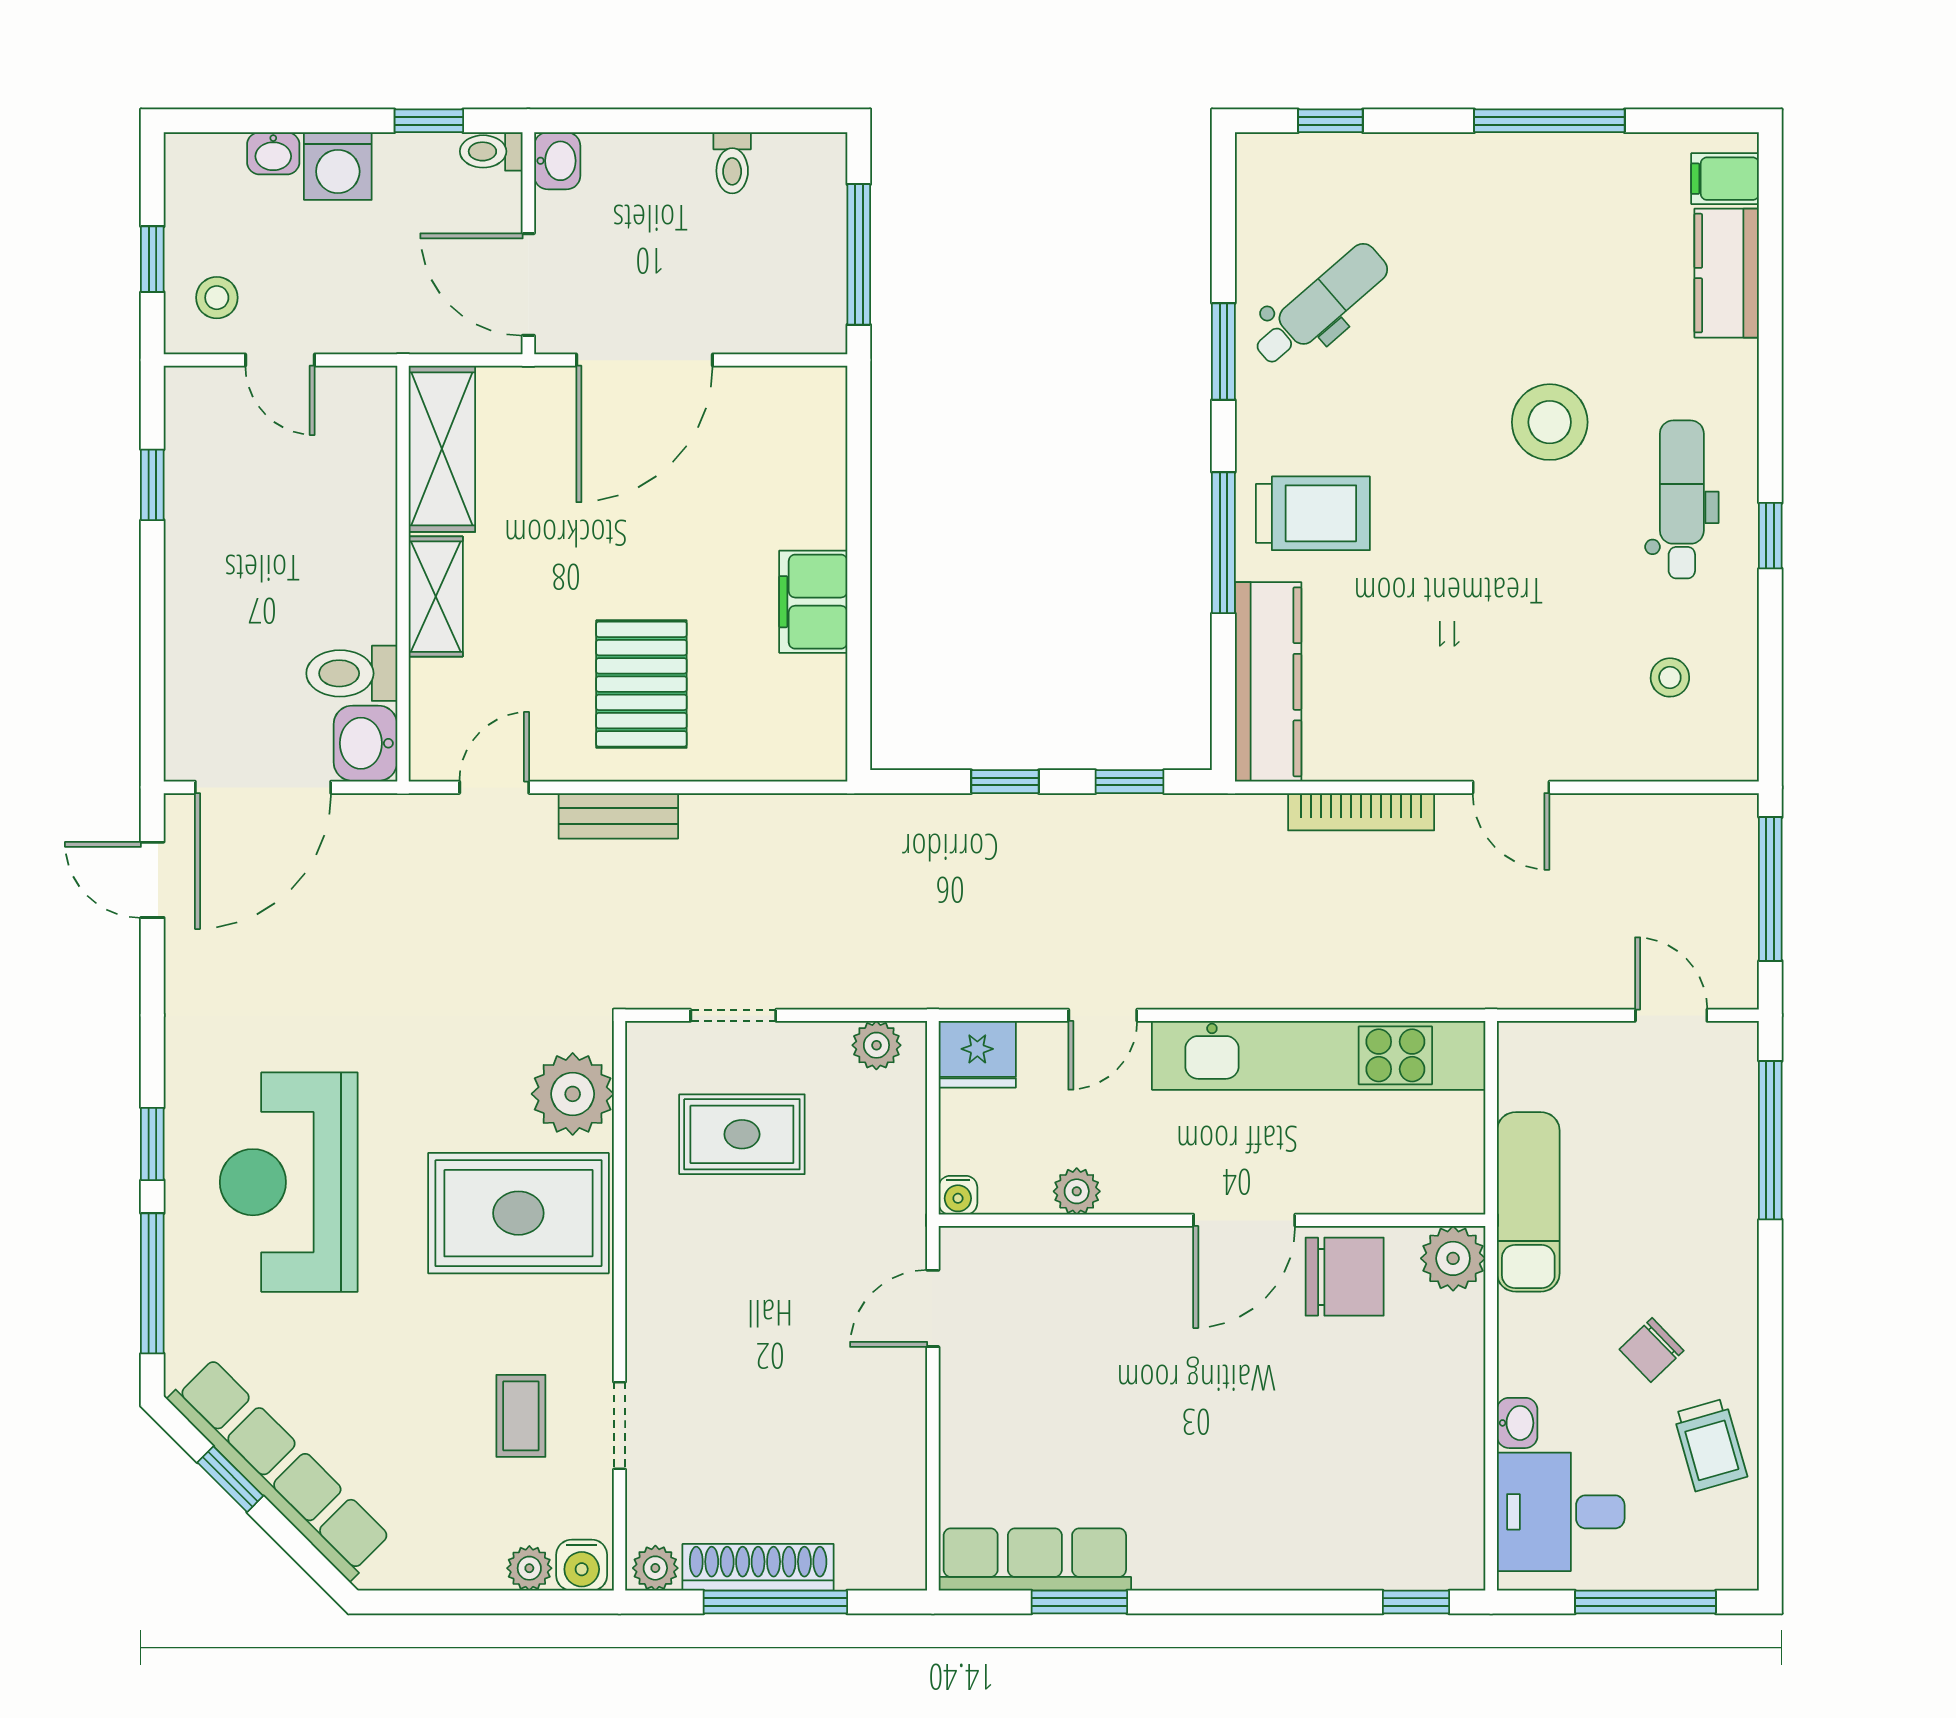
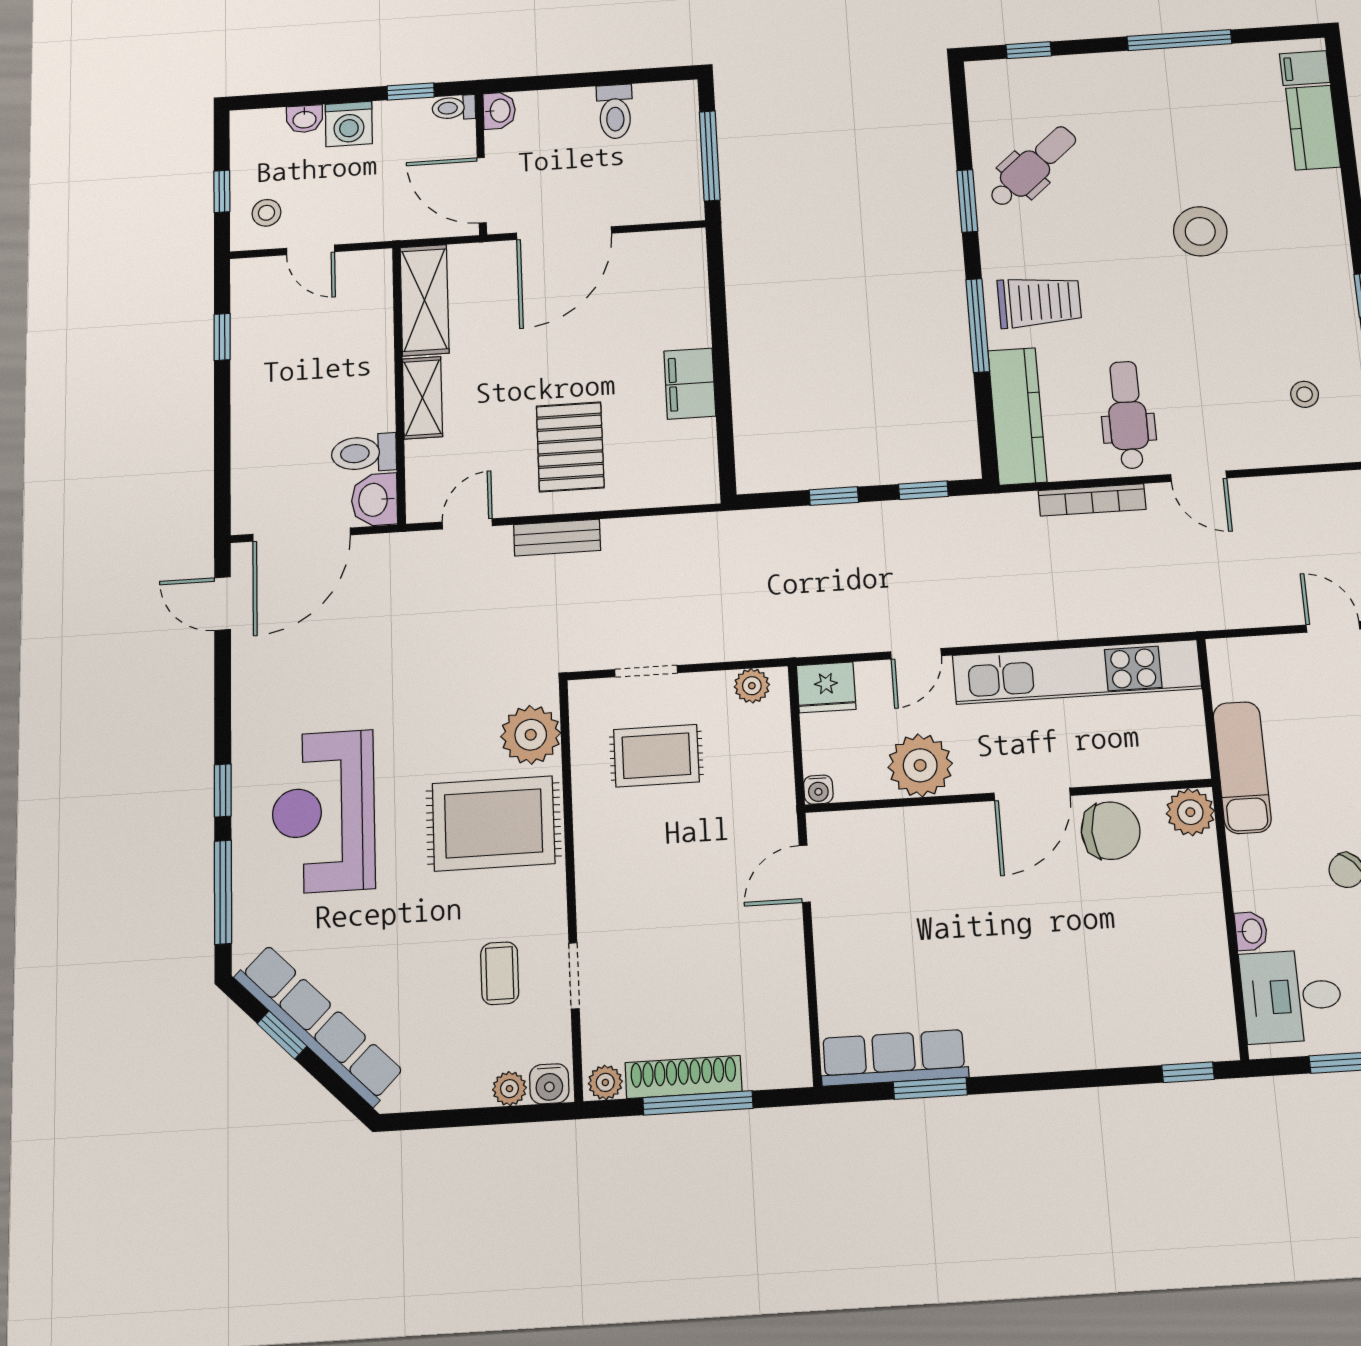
toilet: (732, 163) -> (615, 112), width x1.37, depth x1.39
dental chair: (1682, 499) -> (1128, 415), moved
plant: (1077, 1191) -> (920, 765), width x1.88, depth x1.88

